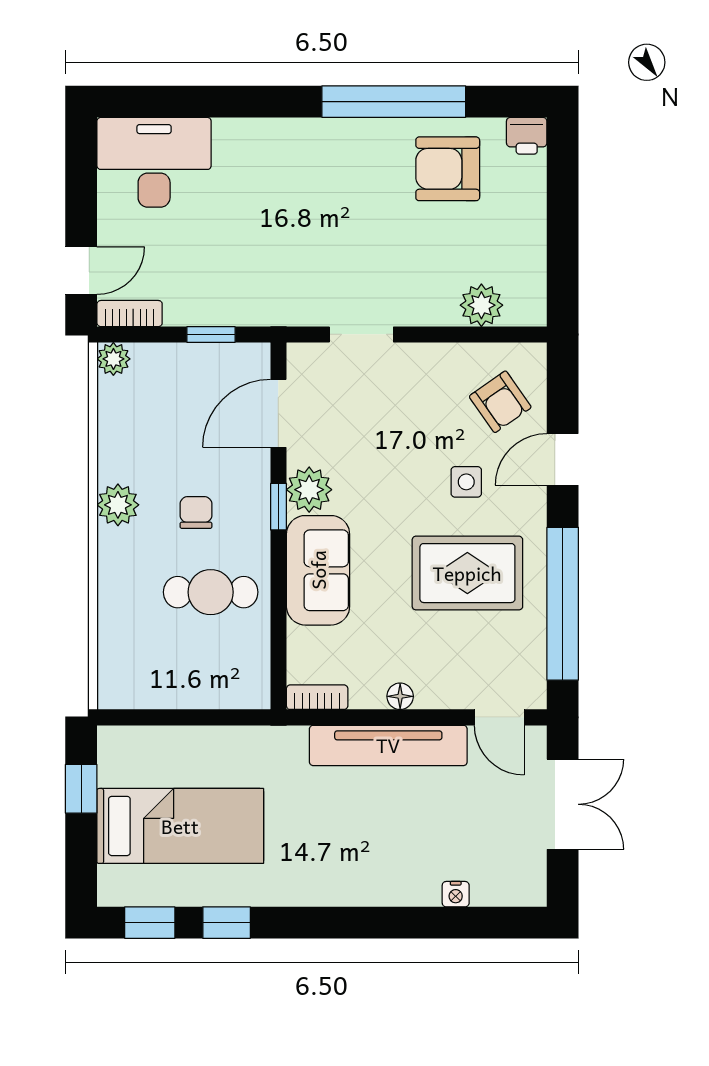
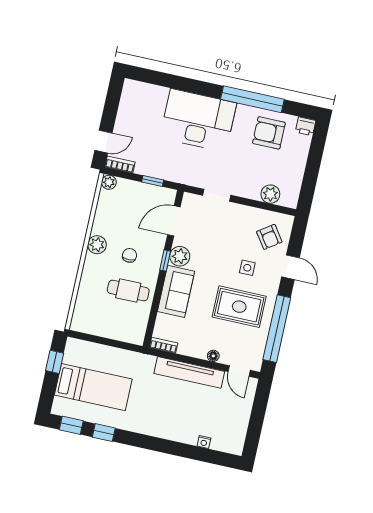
desk: (154, 162) -> (198, 120), moved, width x1.36, depth x1.30
door: (563, 459) -> (290, 267), swing flipped
floor lamp: (400, 696) -> (213, 356), moved
double door: (563, 804) -> (258, 414), removed

